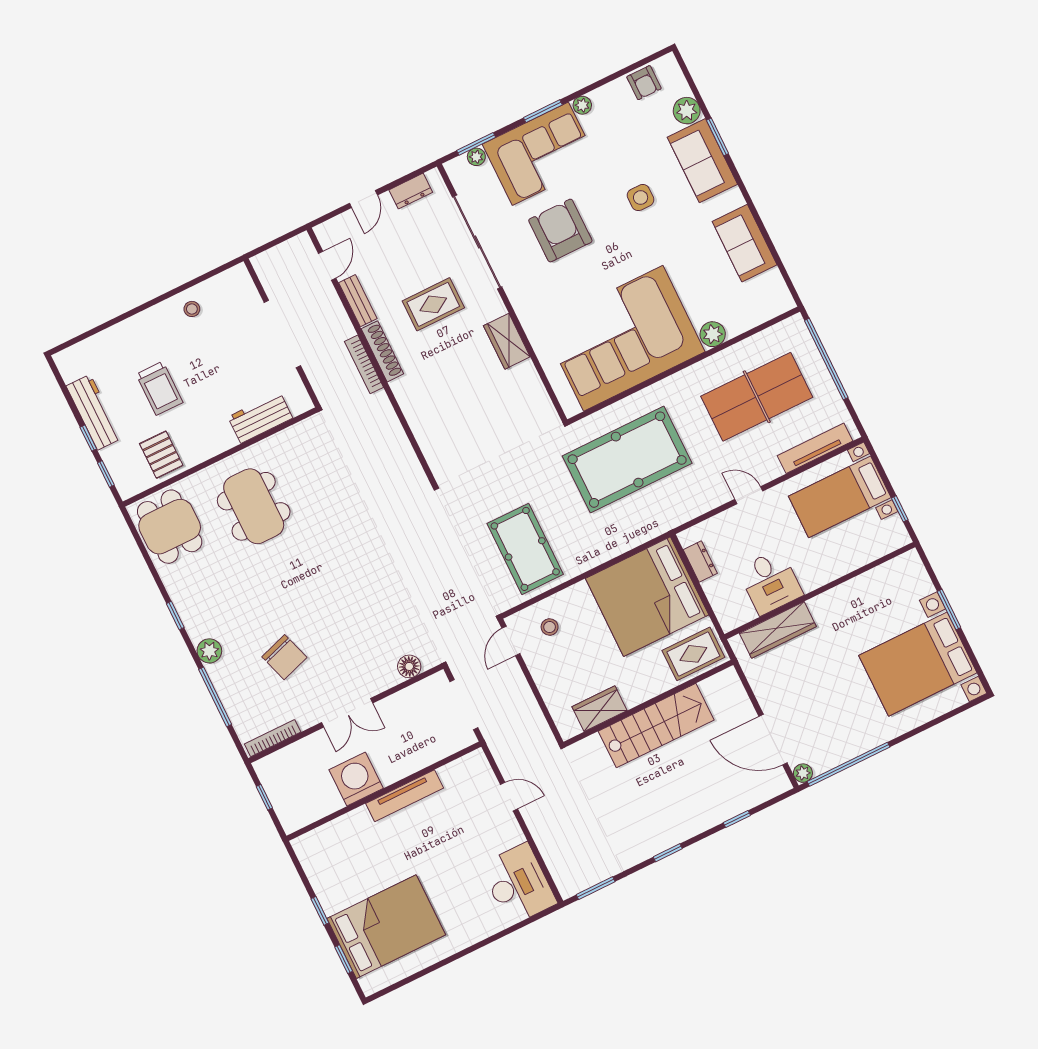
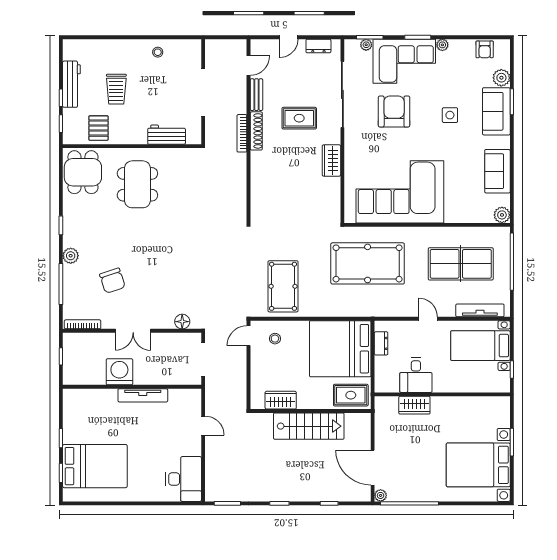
plant: (713, 334) -> (502, 215), moved
wardrobe: (778, 630) -> (414, 405), width x0.67

